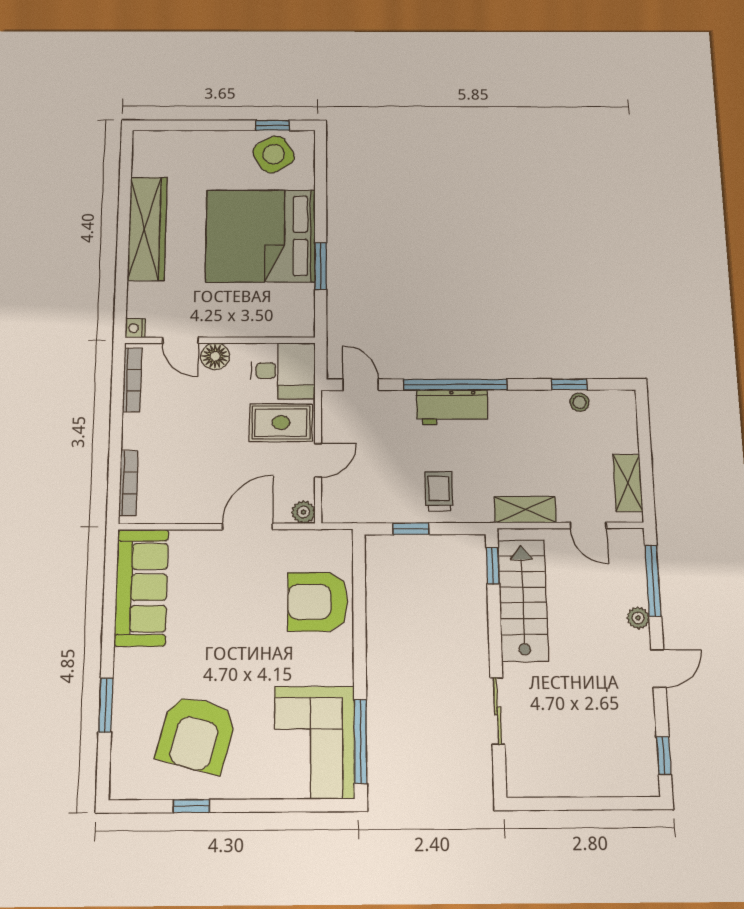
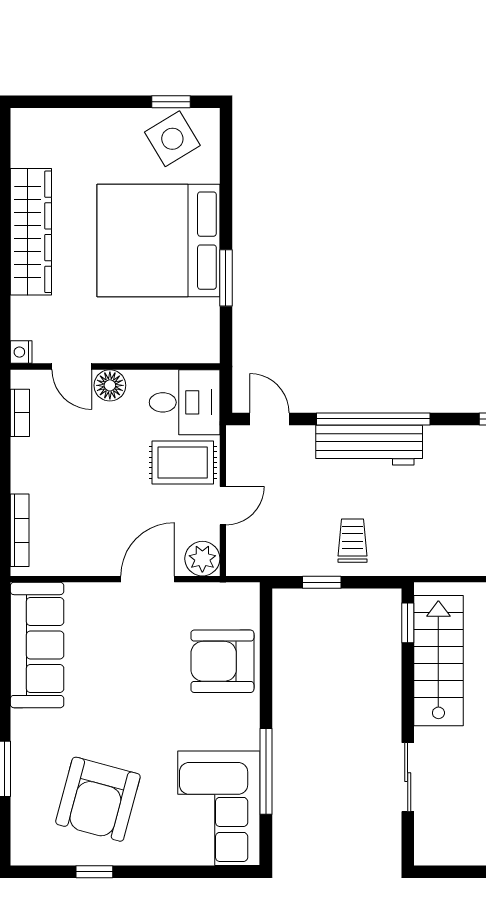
bookcase: (132, 380) -> (20, 413), width x0.64
workbench: (452, 407) -> (369, 445), width x1.38
shelving: (525, 510) -> (445, 561), removed
plant: (303, 512) -> (202, 559), width x1.38, depth x1.38
window: (360, 741) -> (266, 771), moved

